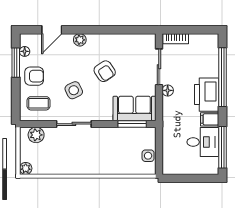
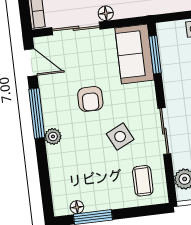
door: (52, 30) -> (31, 63), moved
window: (99, 30) -> (37, 113), added
armchair: (105, 71) -> (90, 99), turned 124
armchair: (34, 76) -> (108, 191), removed

